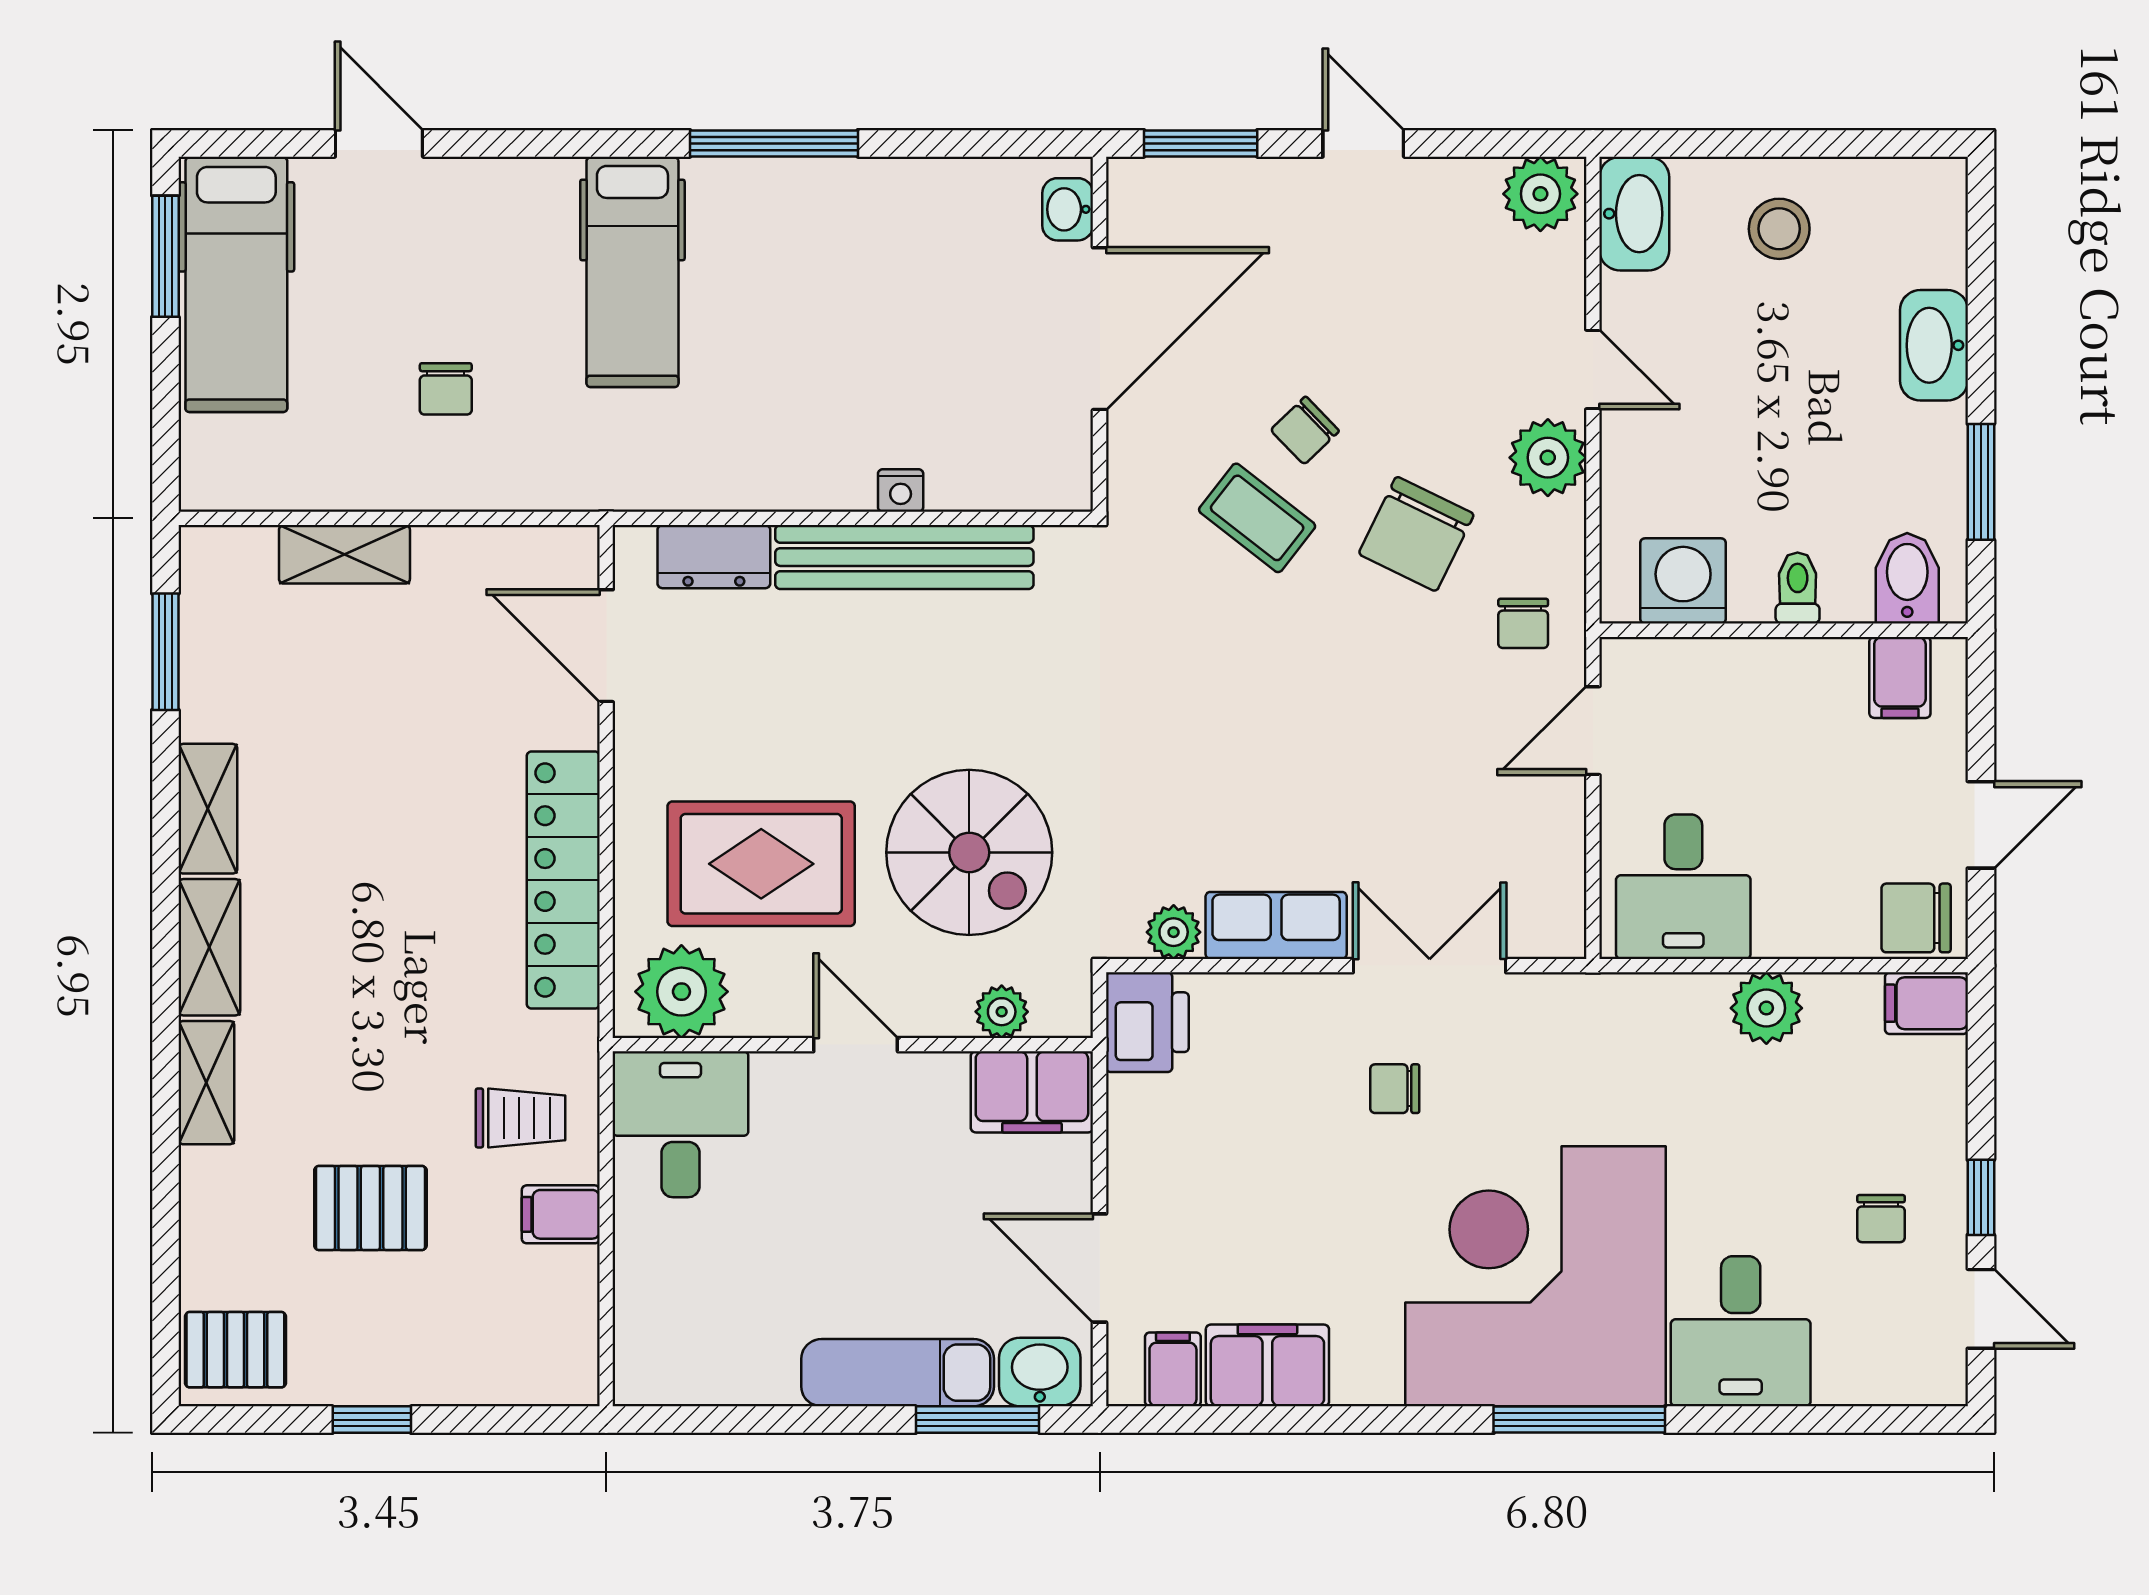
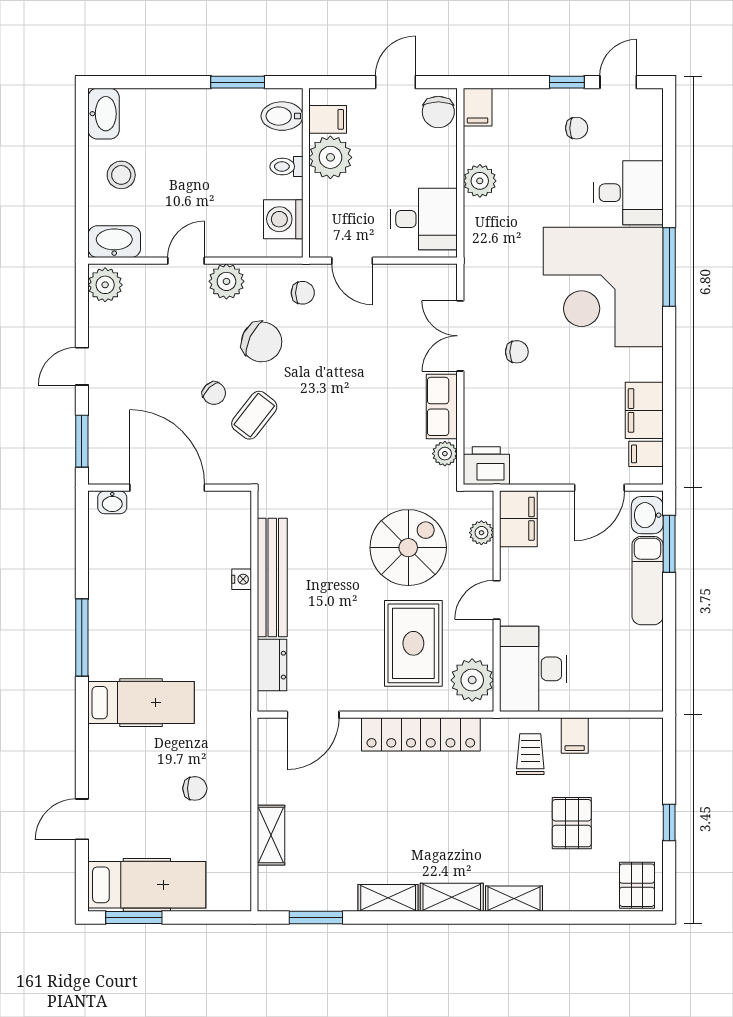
washbasin: (1934, 345) -> (104, 114), moved, turned -90
plant: (1817, 684) -> (330, 157), added
door: (1981, 825) -> (395, 82), hinge flipped
chair: (1395, 1089) -> (517, 352), turned -90
desk: (680, 1124) -> (533, 669), width x1.37

